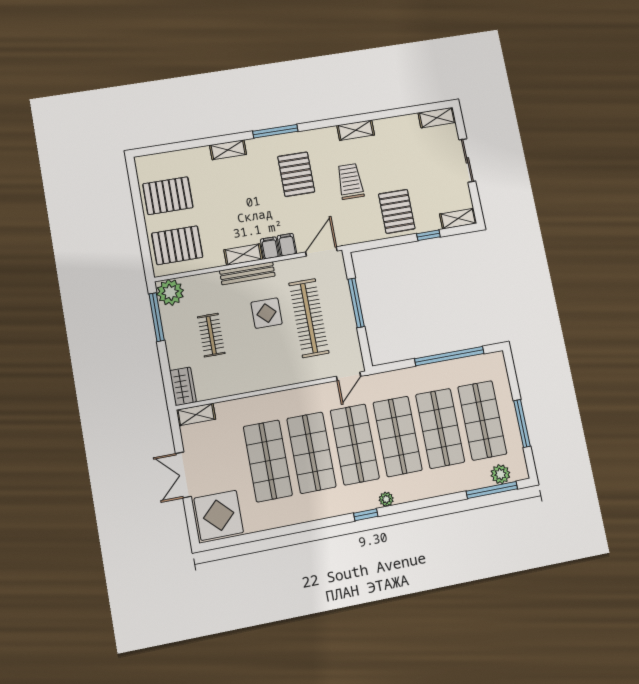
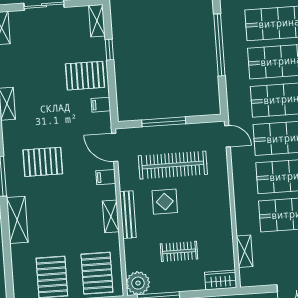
shelving: (228, 150) -> (17, 220), width x1.50, depth x1.33
trolley: (350, 181) -> (54, 114), removed
filing cabinet: (270, 248) -> (101, 105), moved
shelving: (196, 414) -> (245, 251), moved

